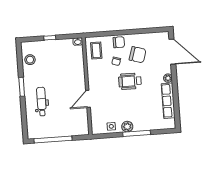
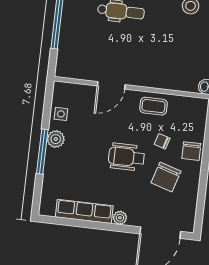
coffee table: (96, 50) -> (153, 106), moved
wheelchair: (130, 81) -> (126, 157), turned -90
door: (88, 99) -> (111, 85), swing flipped

